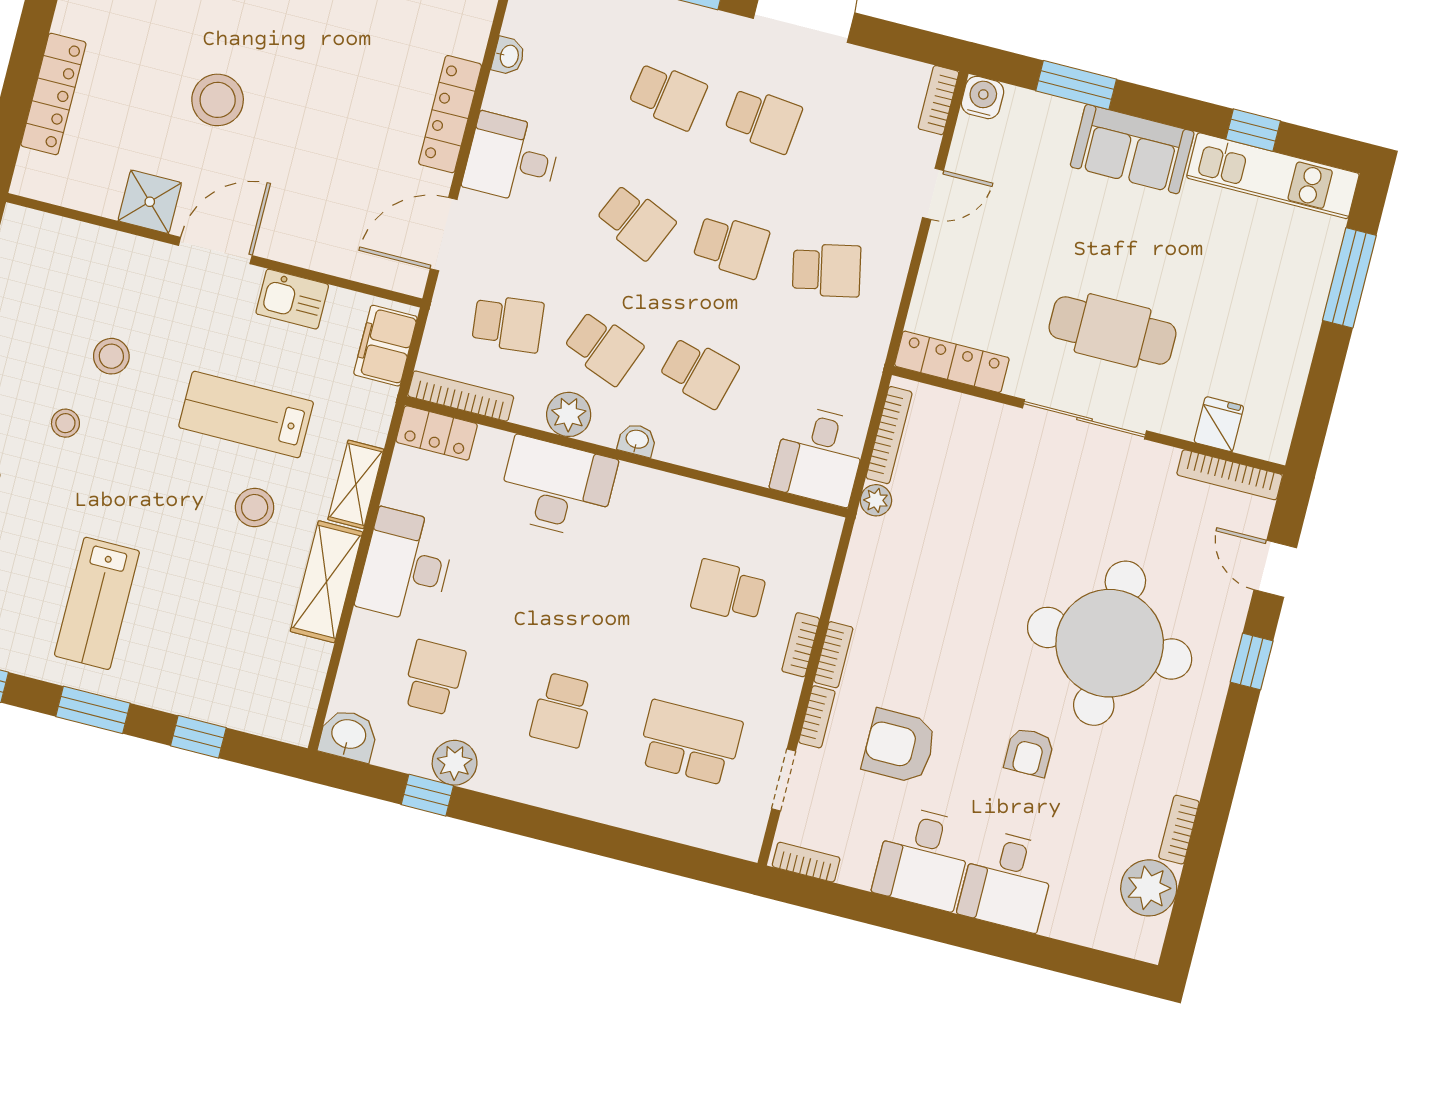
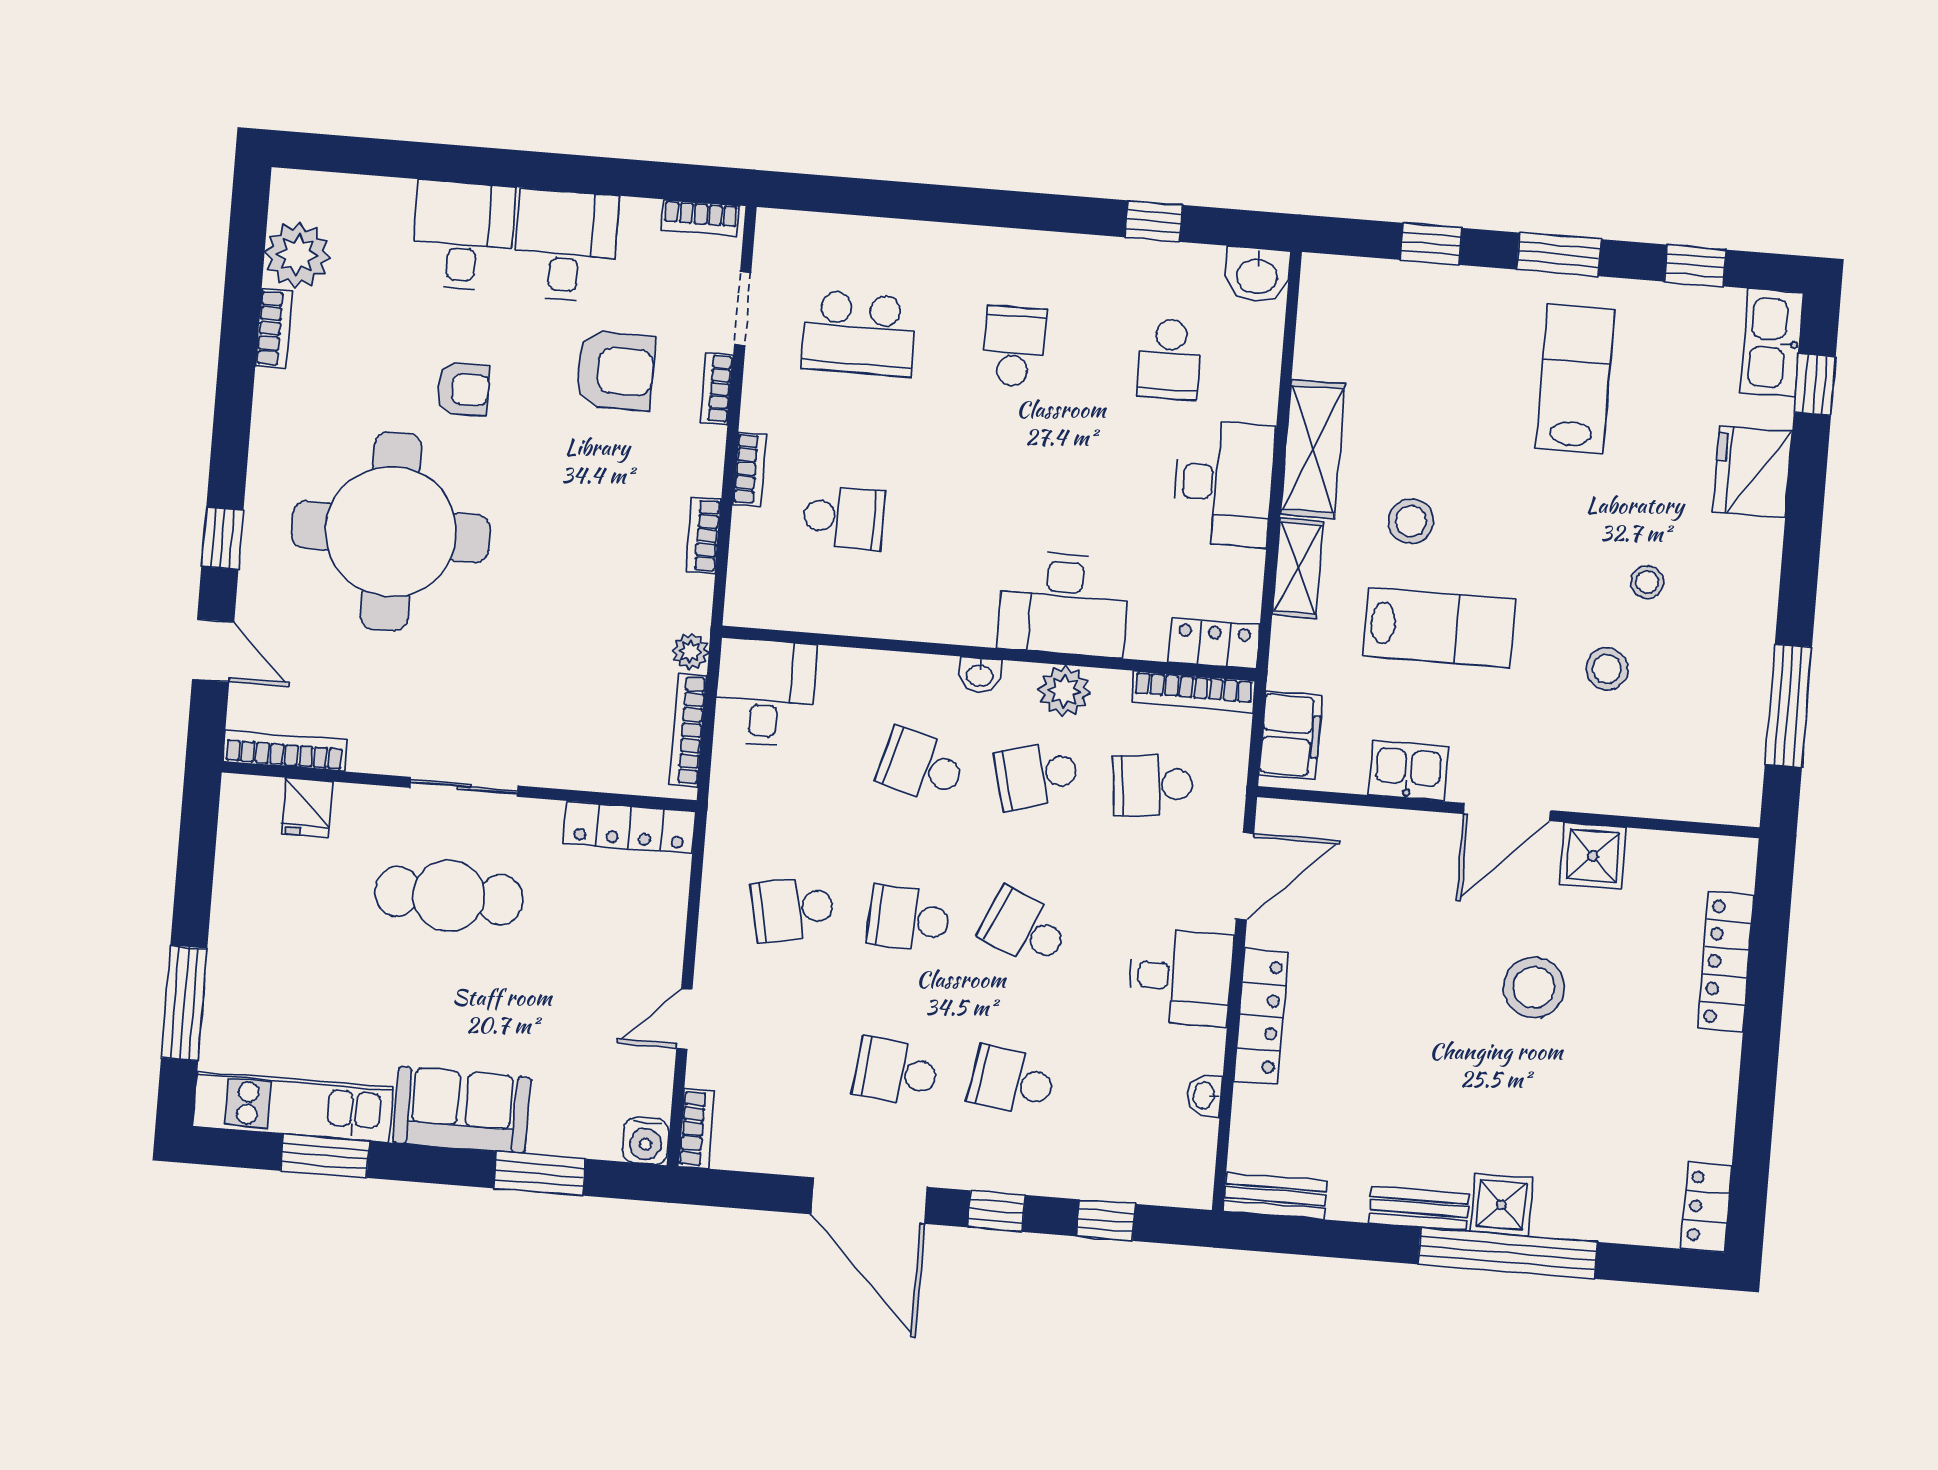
window: (1253, 130) -> (325, 1156), width x1.50
school desk: (603, 348) -> (1037, 775), turned -36
sliding door: (1085, 419) -> (464, 787), width x0.73
bookcase: (833, 655) -> (704, 535), moved
armchair: (1029, 752) -> (463, 389), turned 90
plant: (455, 763) -> (1128, 264), removed

